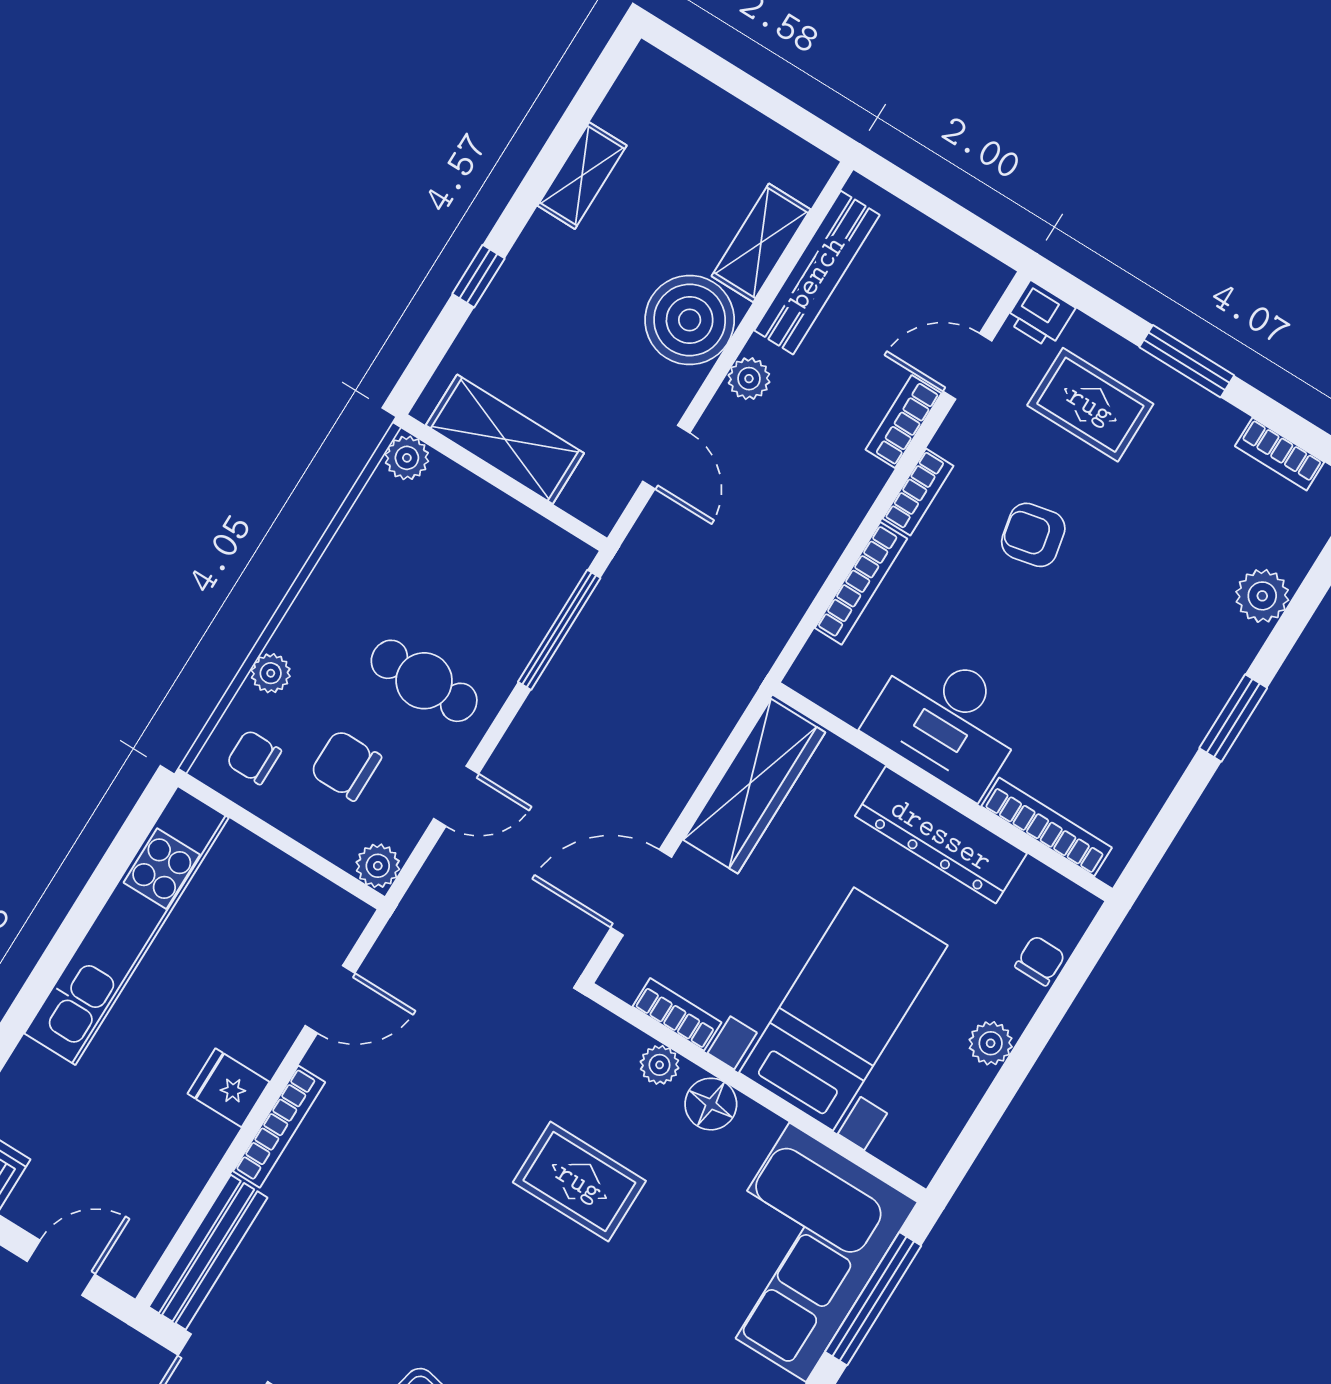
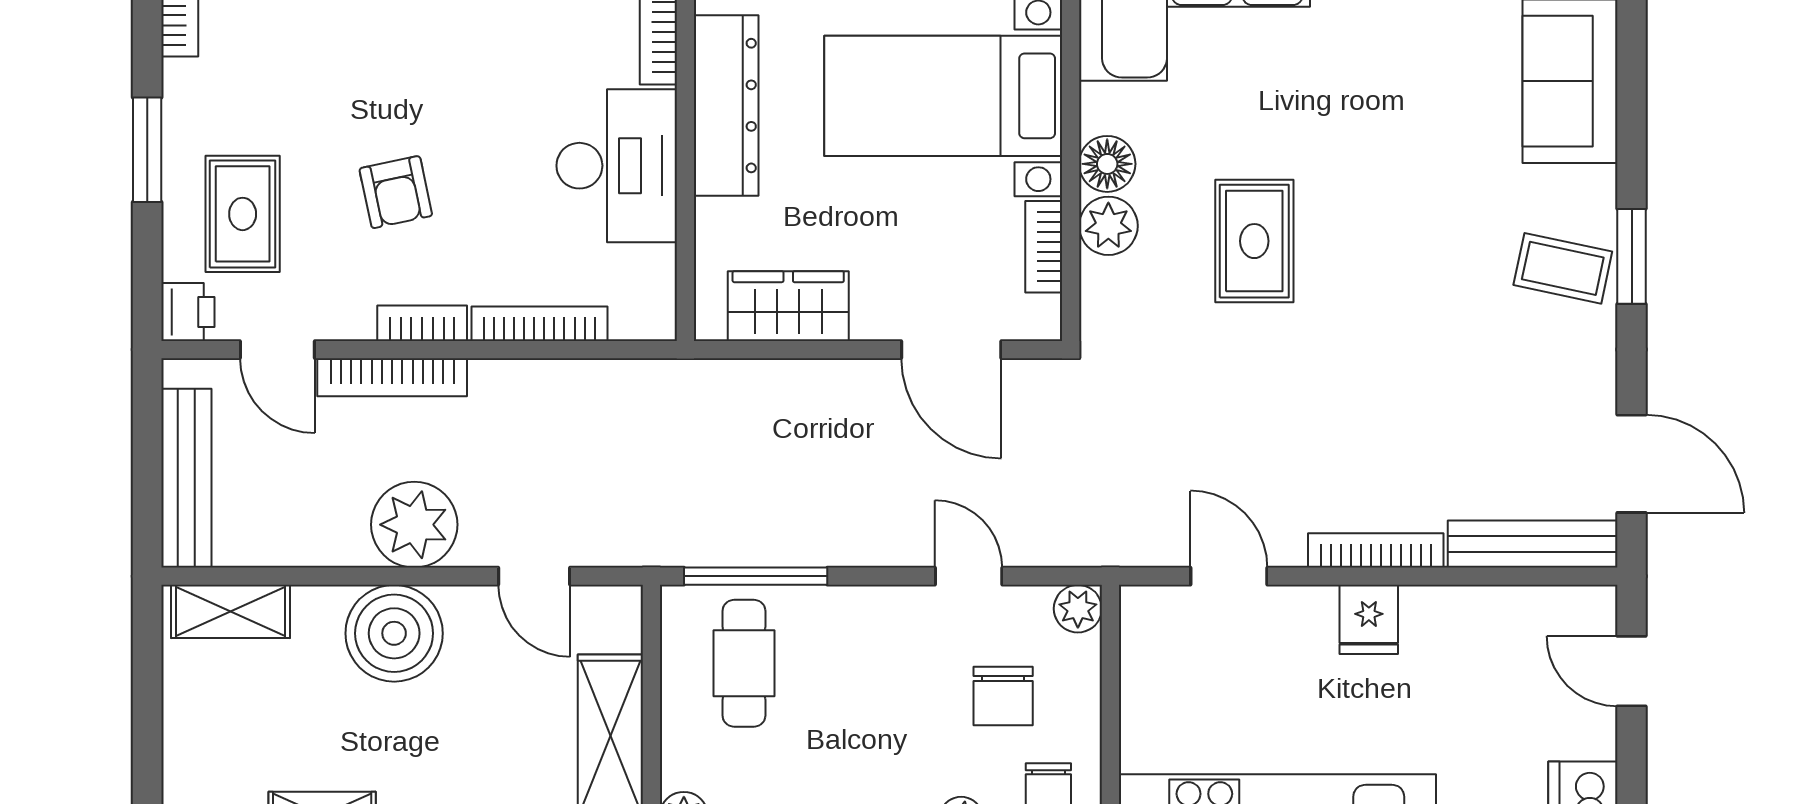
shelving: (761, 243) -> (231, 611), moved
bench: (817, 273) -> (186, 478), moved, turned 90
plant: (749, 379) -> (414, 525), width x1.88, depth x1.88
bookcase: (903, 421) -> (392, 377), width x1.56
door: (666, 457) -> (534, 576), swing flipped
cafe table: (424, 681) -> (744, 663), moved
wardrobe: (754, 786) -> (788, 306), width x0.67
plant: (660, 1065) -> (1108, 226), width x1.38, depth x1.38

